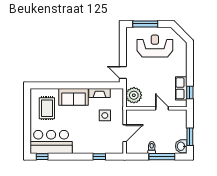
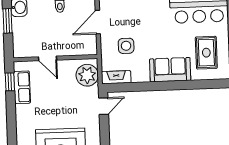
door: (123, 72) -> (104, 106), hinge flipped
fireplace: (99, 93) -> (116, 77), moved

